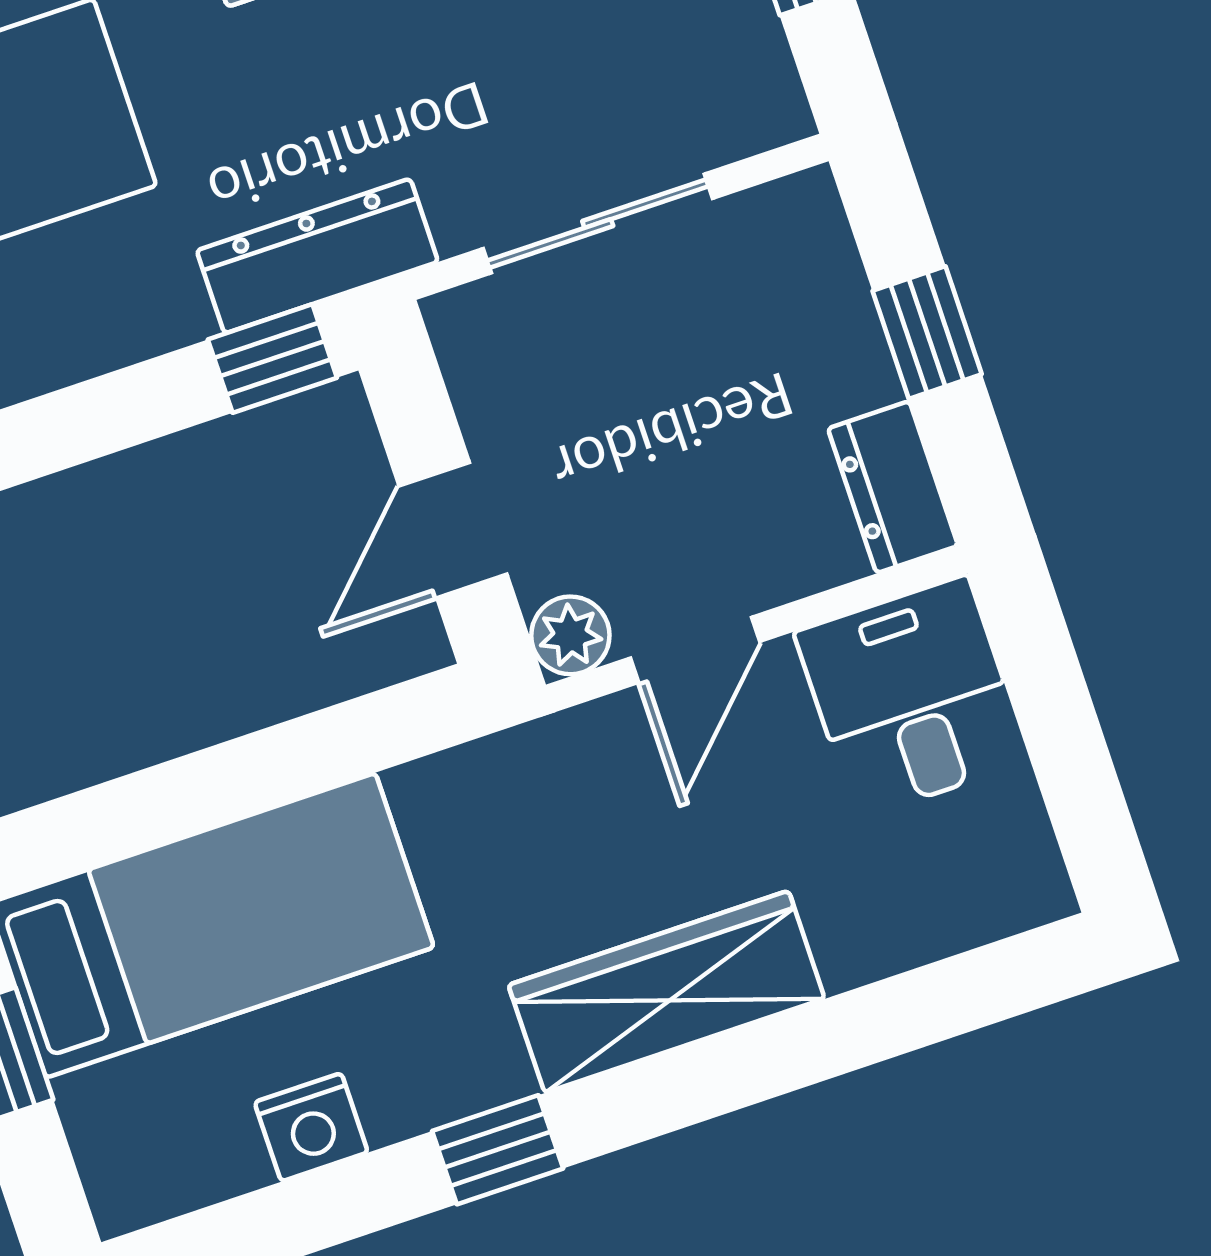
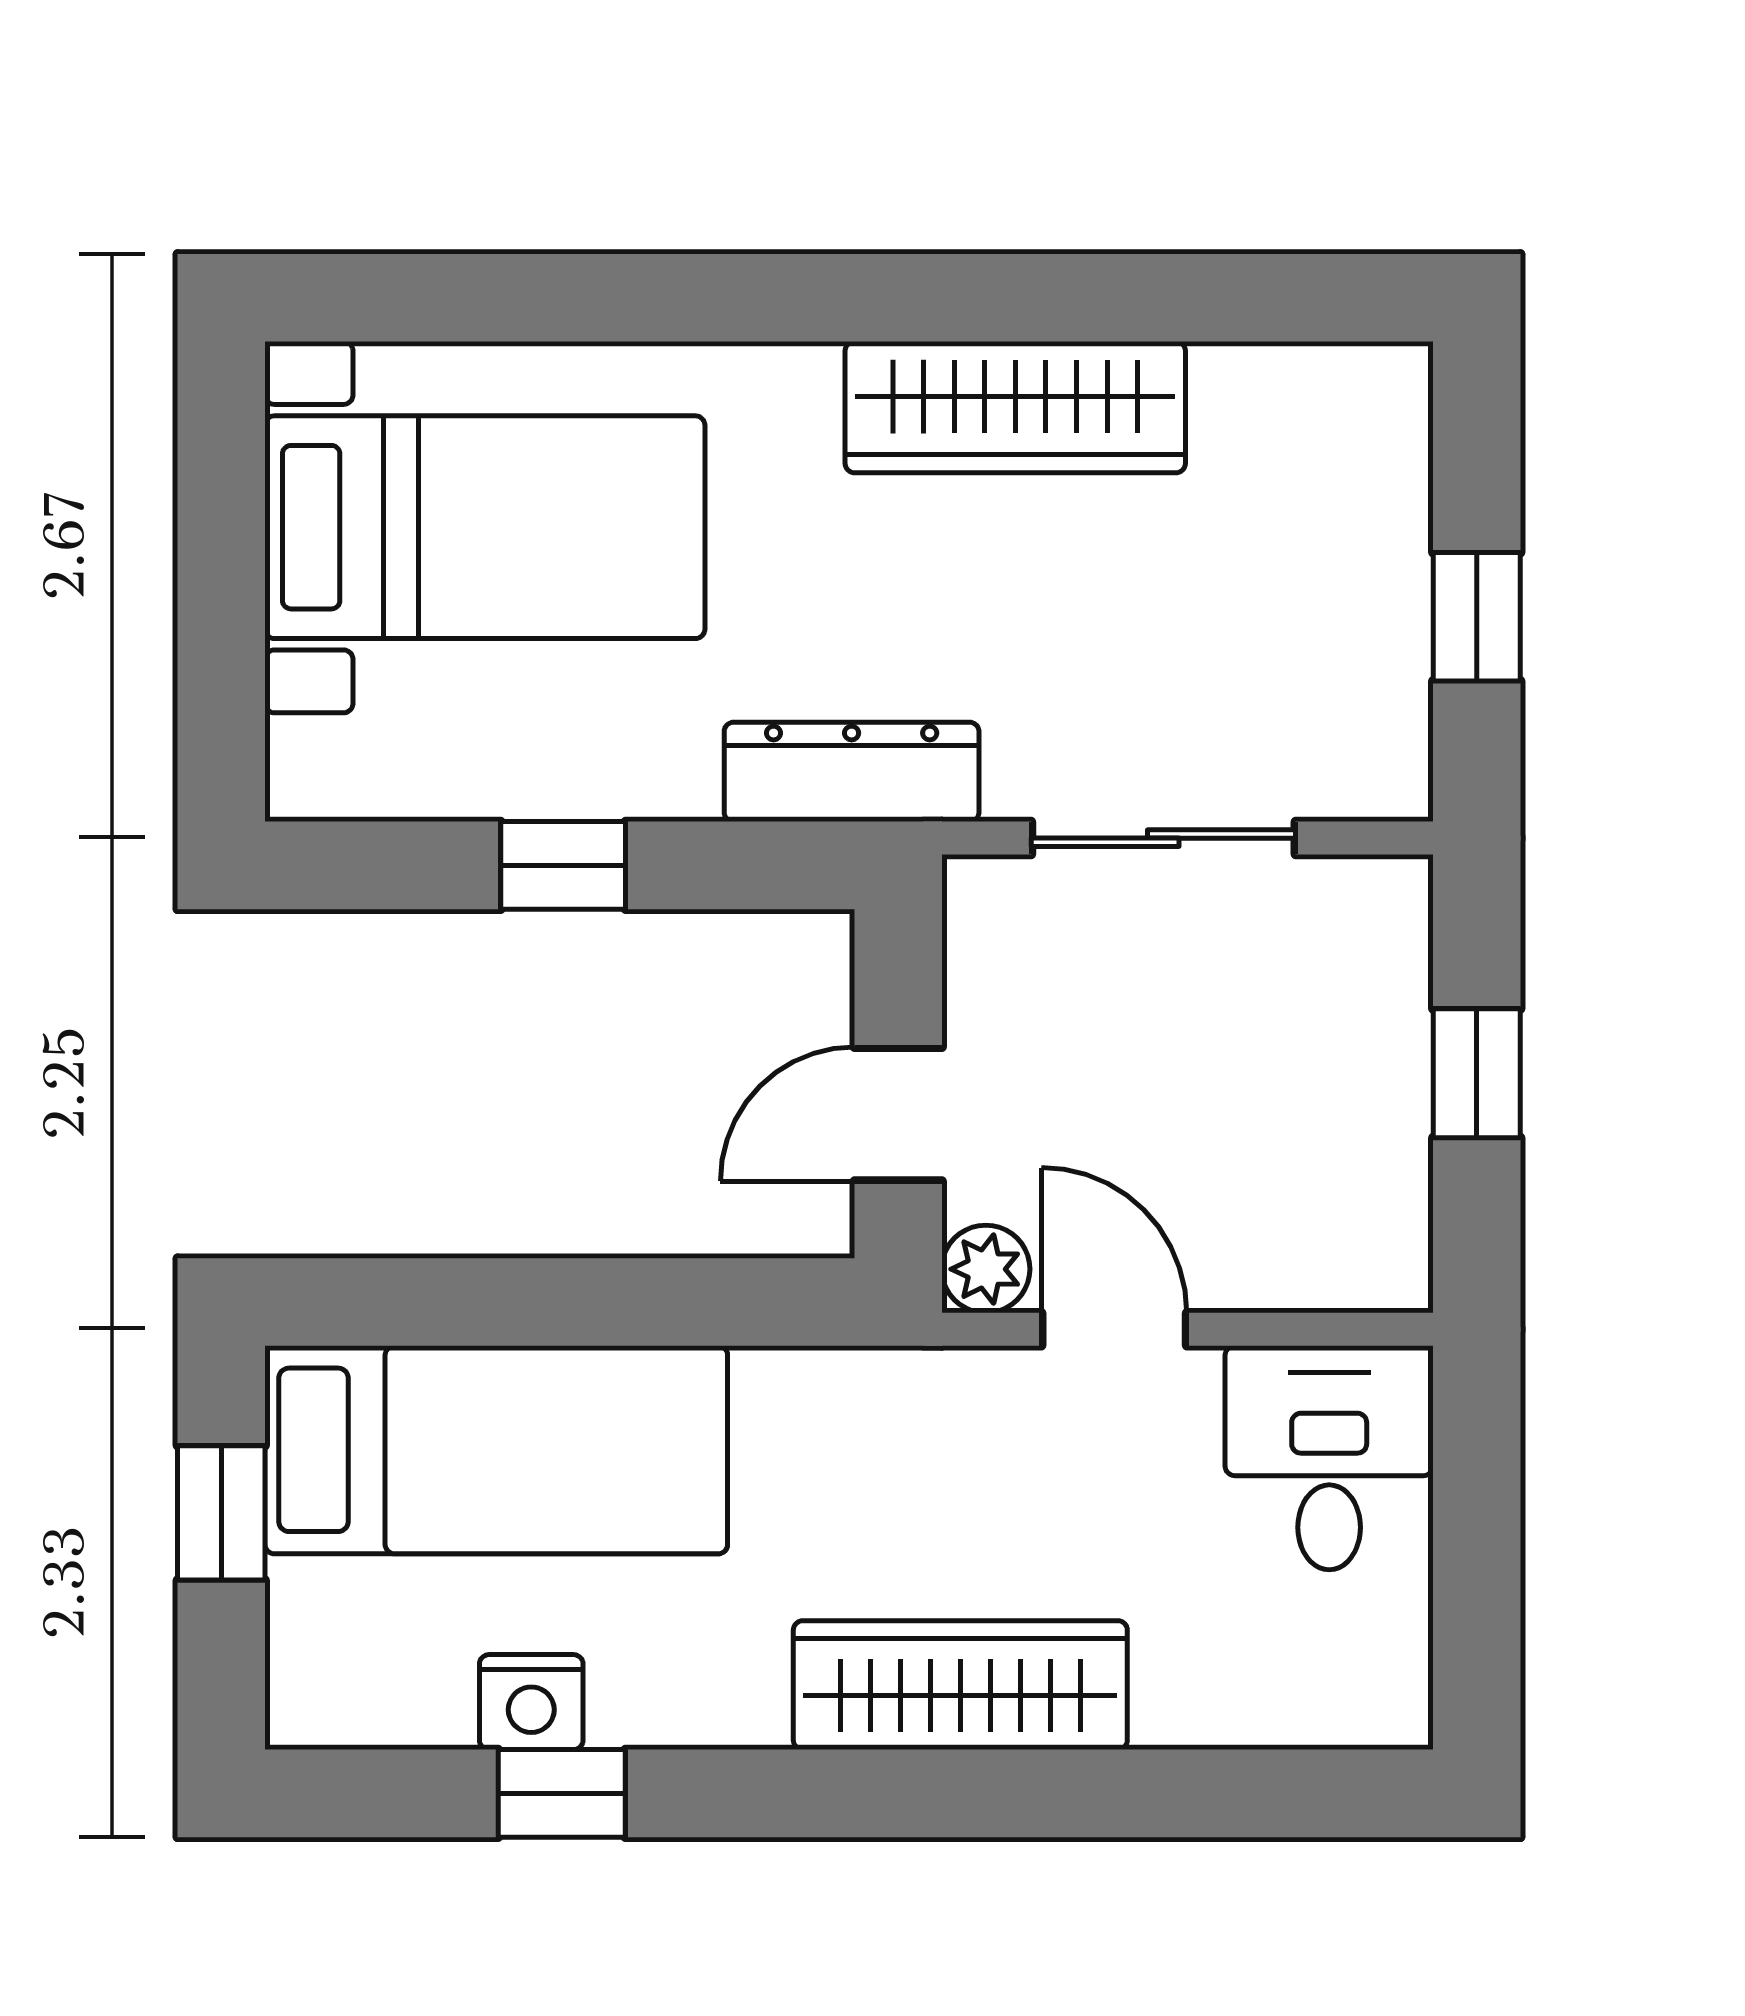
window: (272, 359) -> (563, 865), moved
dresser: (893, 487) -> (1384, 1227), removed
door: (695, 650) -> (1114, 1329), swing flipped
window: (498, 1150) -> (562, 1793), moved

